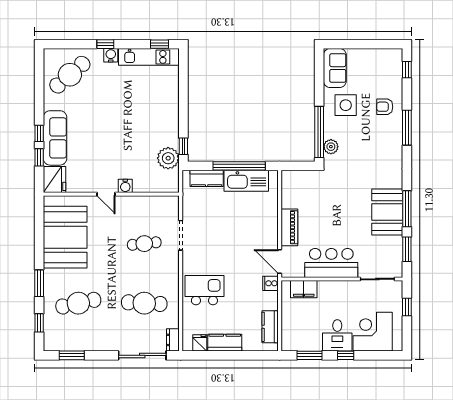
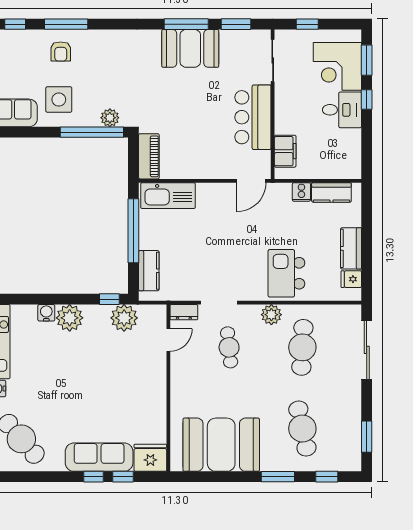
plant: (168, 114) -> (70, 318), added
window: (407, 128) -> (66, 24), moved
kitchen sink: (246, 181) -> (168, 196), moved, turned 90
water cooler: (125, 186) -> (46, 313), moved, turned -90
door: (106, 194) -> (168, 340), moved
piano: (289, 227) -> (149, 156), moved, turned 90
plant: (171, 278) -> (271, 315), added
cooker: (271, 283) -> (301, 192), moved
dresser: (173, 340) -> (184, 312), moved
window: (310, 355) -> (367, 60), moved

